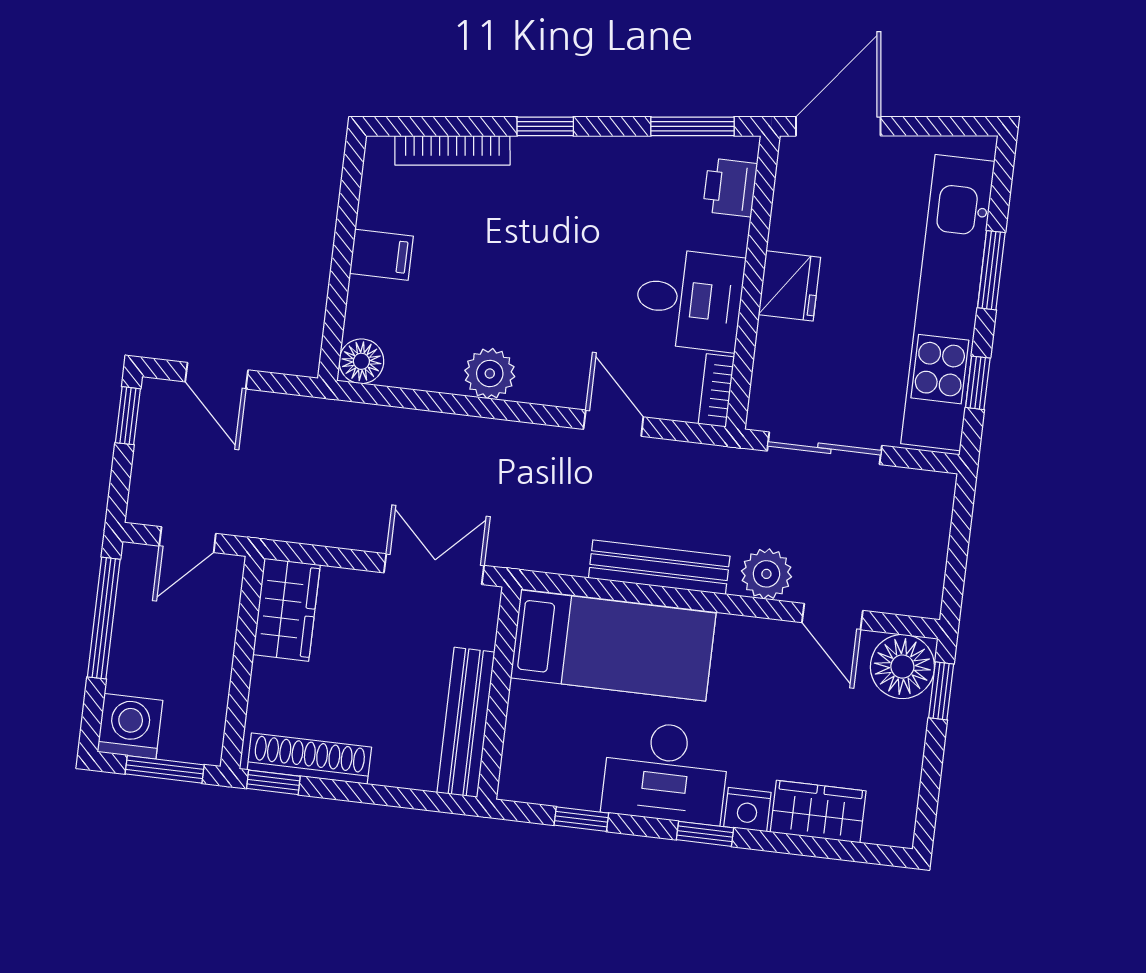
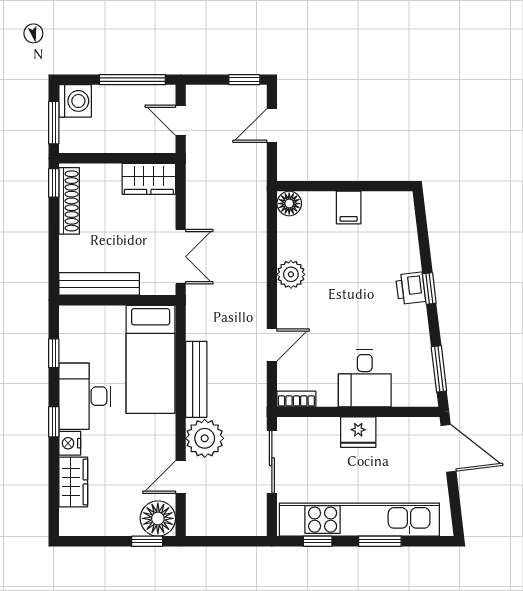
bookcase: (452, 150) -> (410, 239), removed
printer: (730, 187) -> (411, 288), moved, turned -97
desk: (689, 300) -> (365, 378), moved
plant: (766, 574) -> (205, 438), width x1.36, depth x1.36

